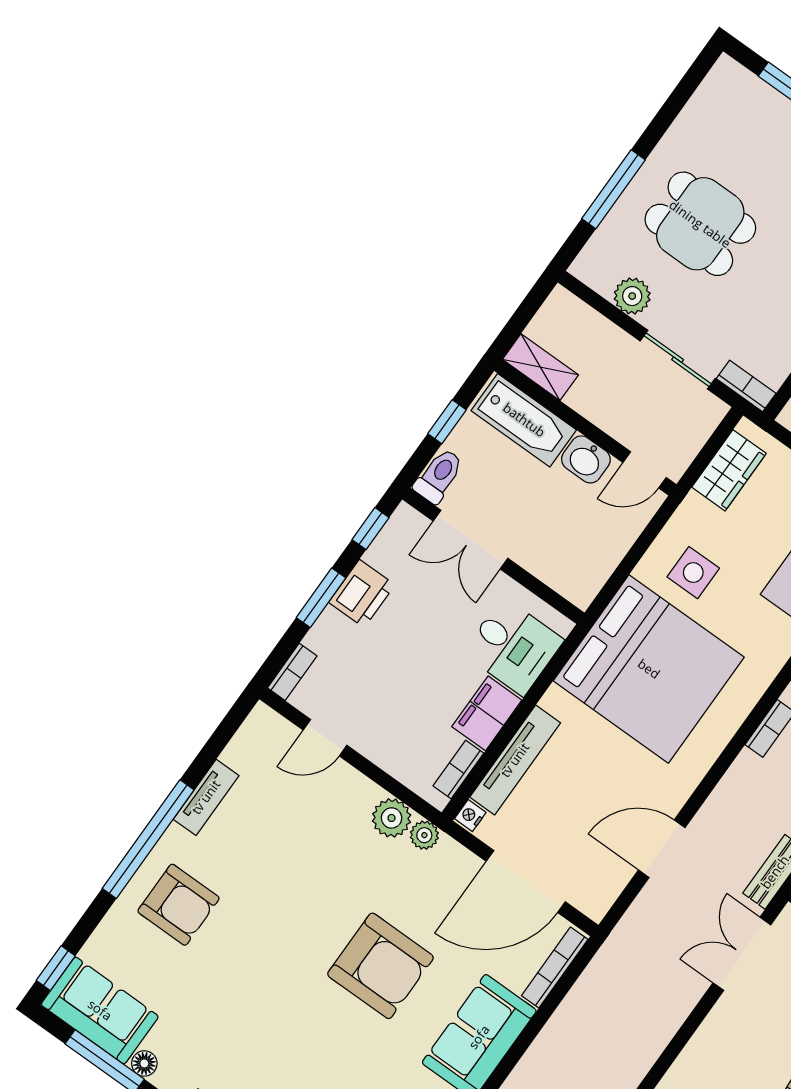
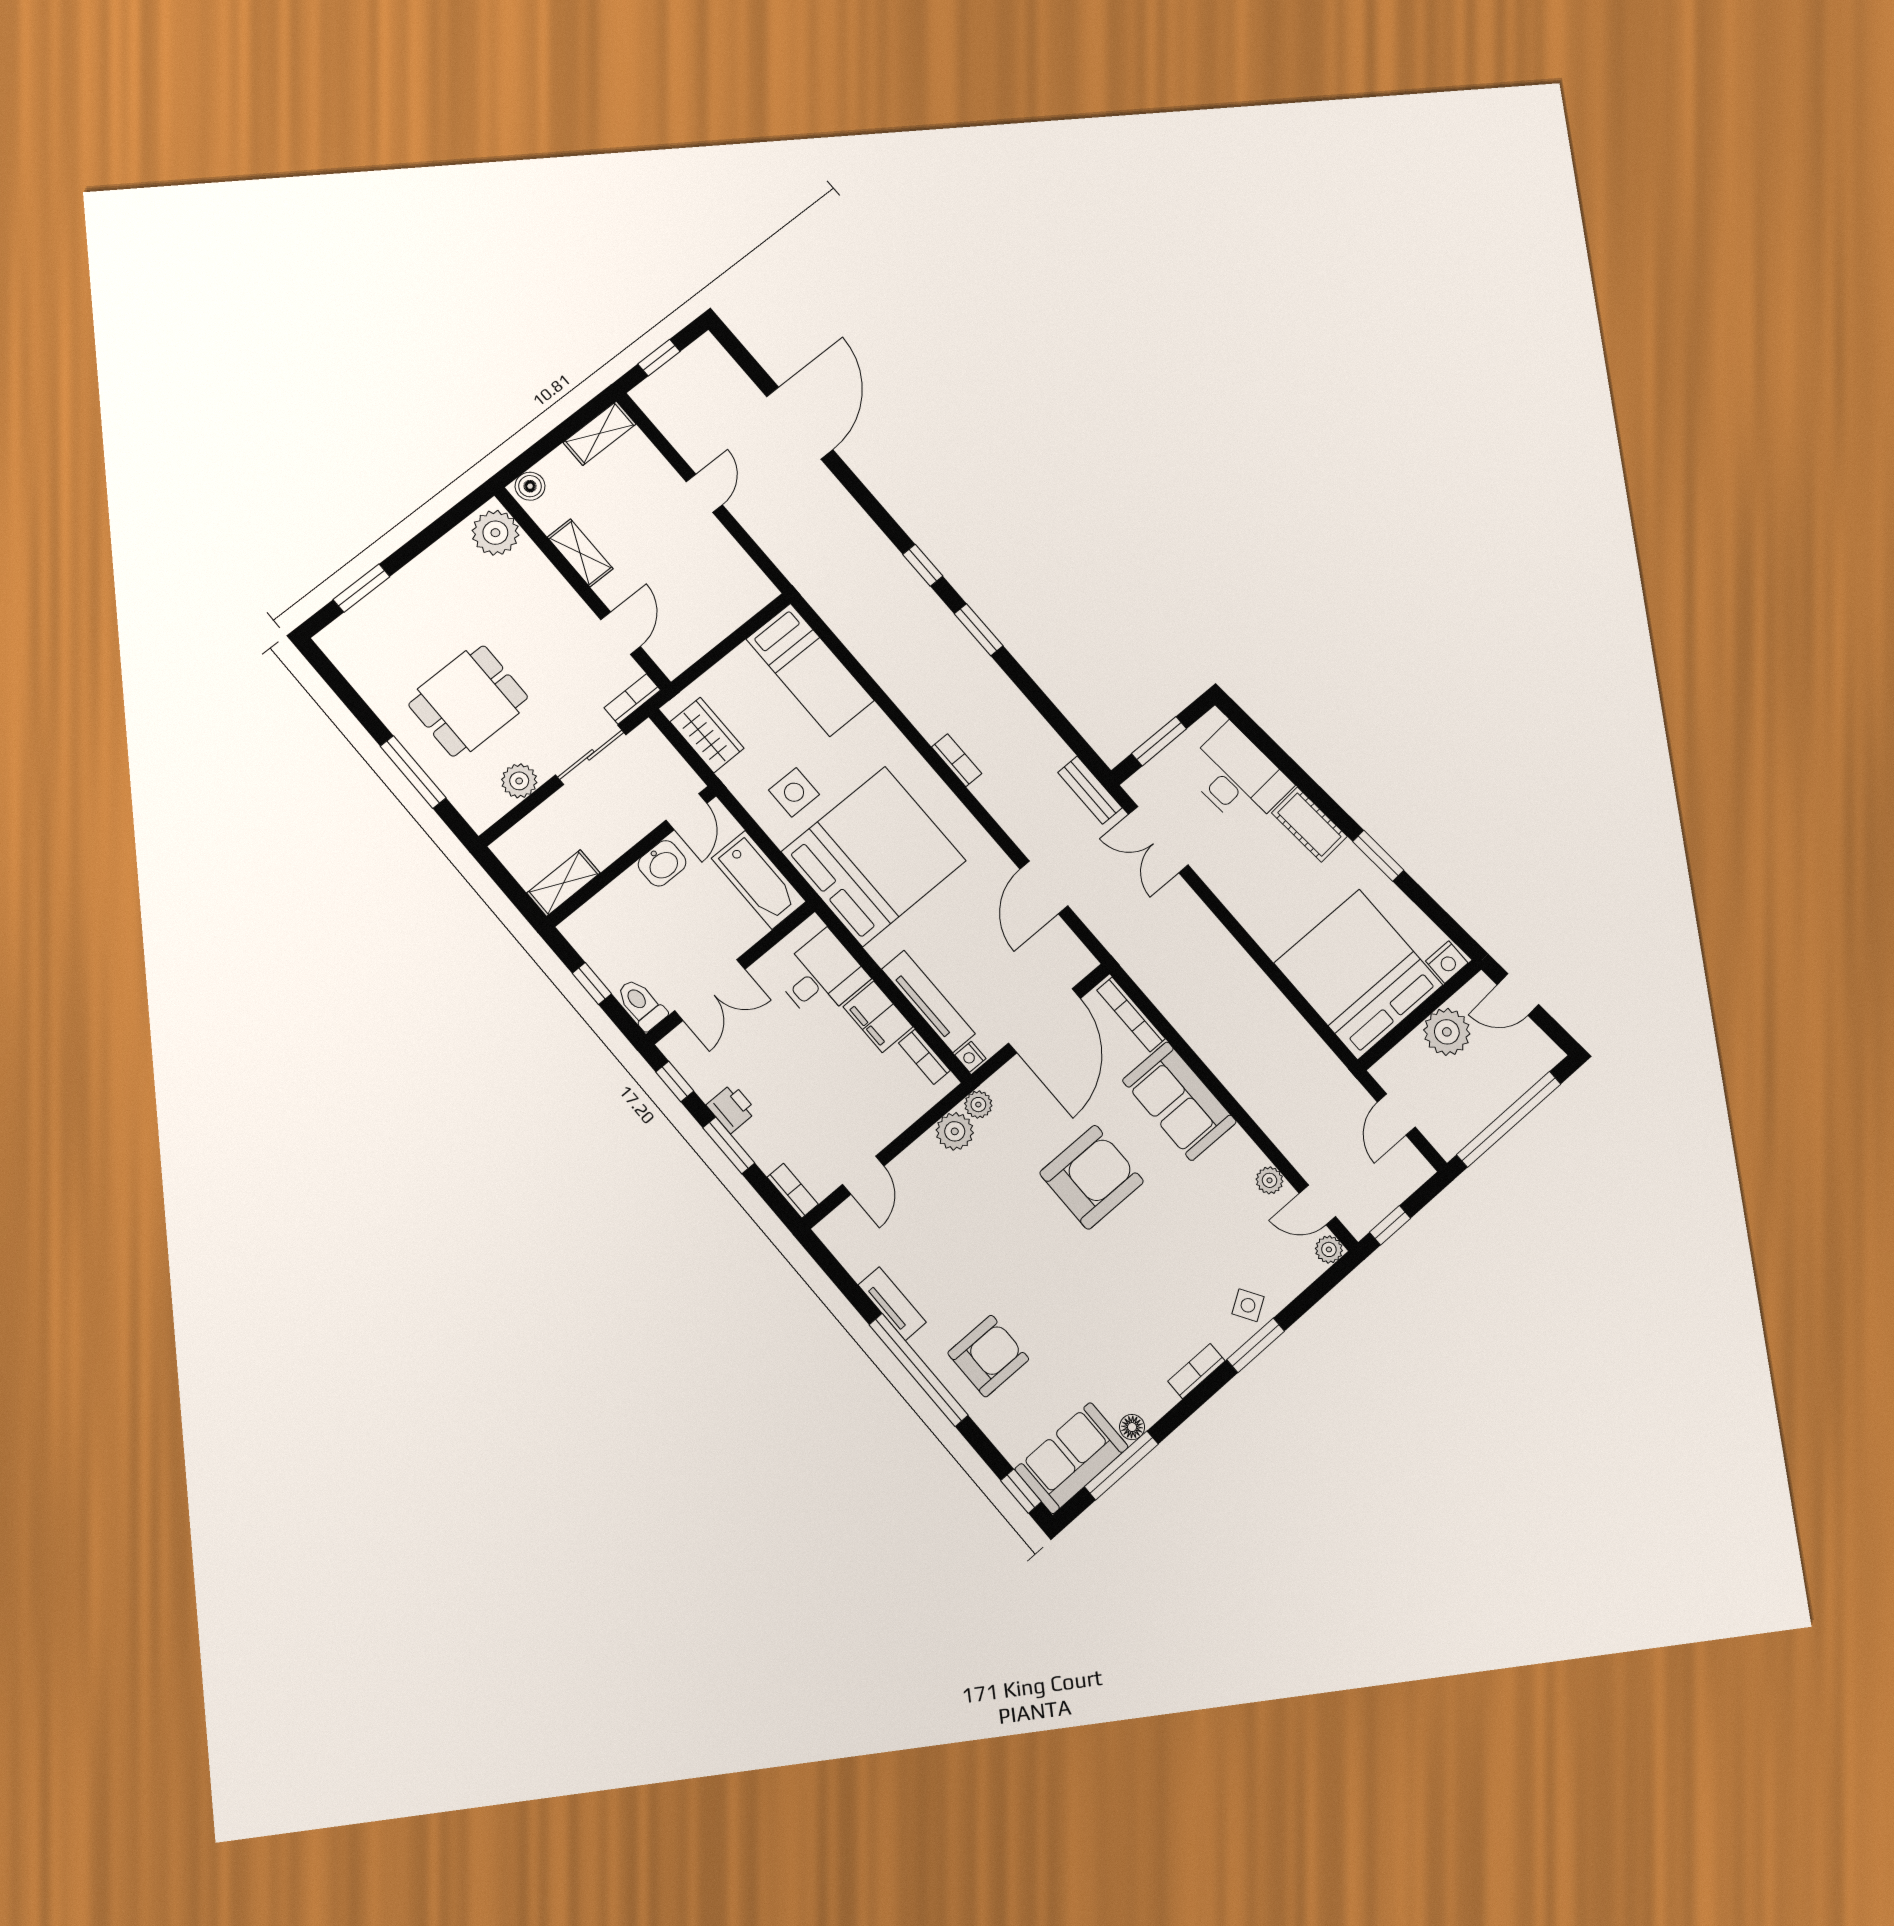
bathtub: (524, 420) -> (759, 880), moved, turned 90
printer: (362, 594) -> (732, 1108), width x0.73, depth x0.81

